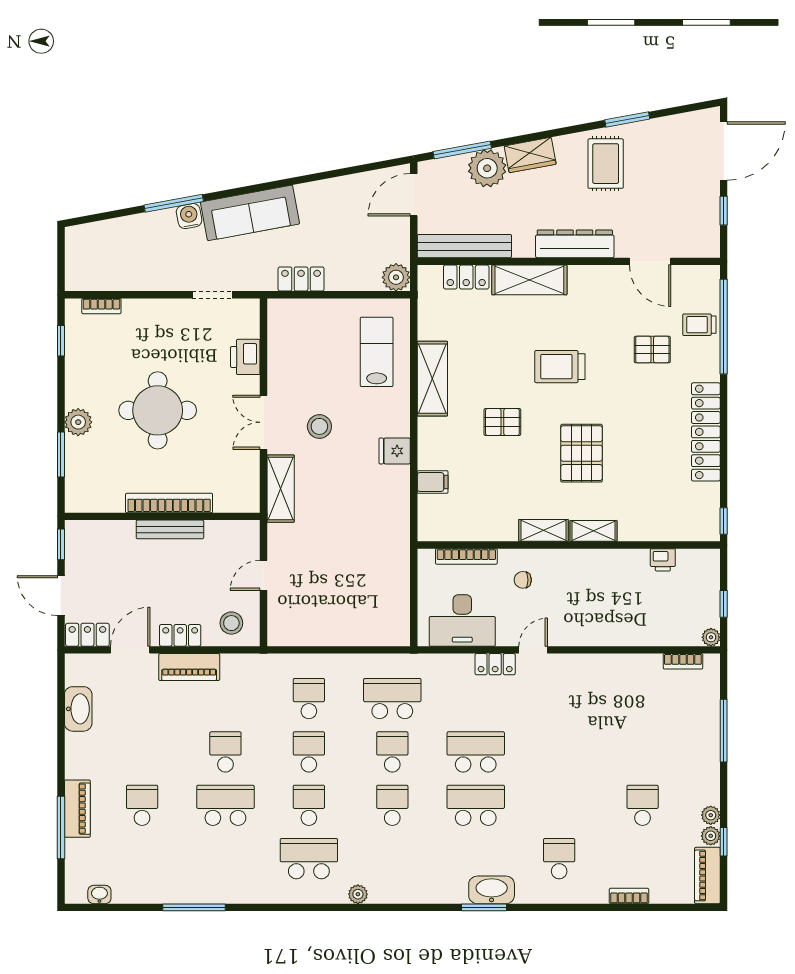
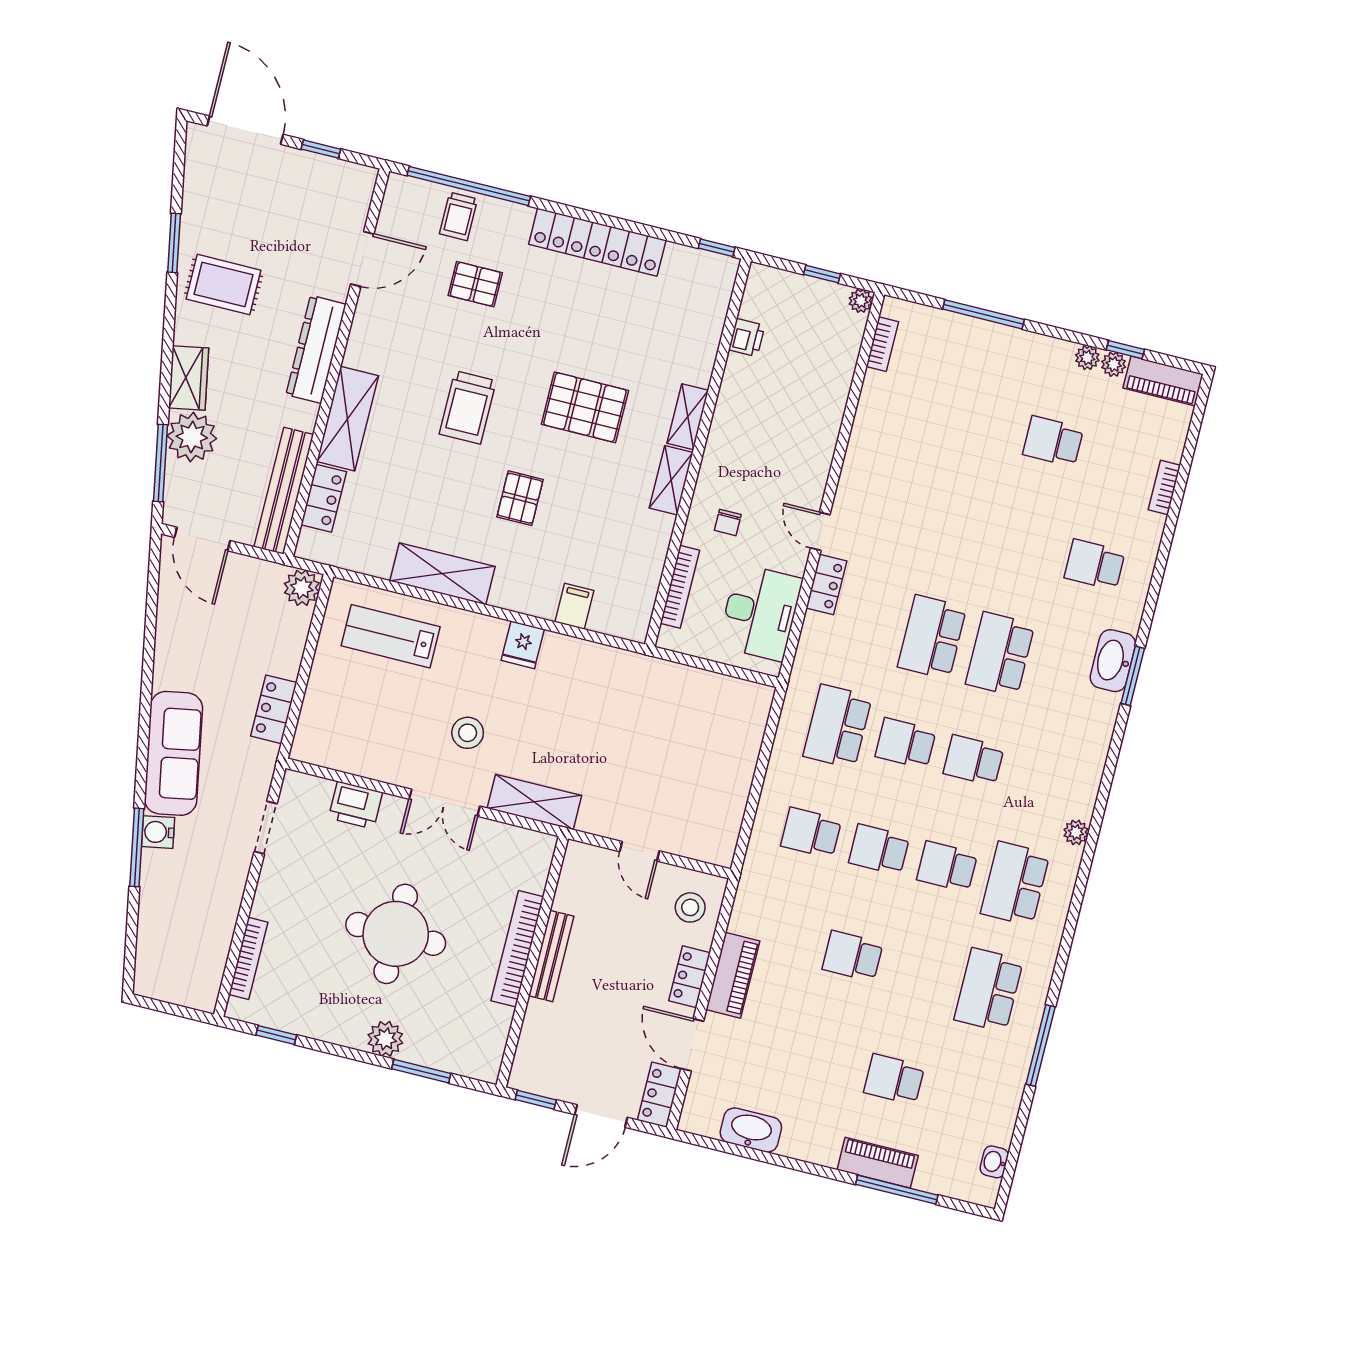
bookcase: (101, 306) -> (248, 958), width x1.56
pallet: (652, 350) -> (475, 284), turned 90
school desk: (225, 805) -> (989, 990), moved

